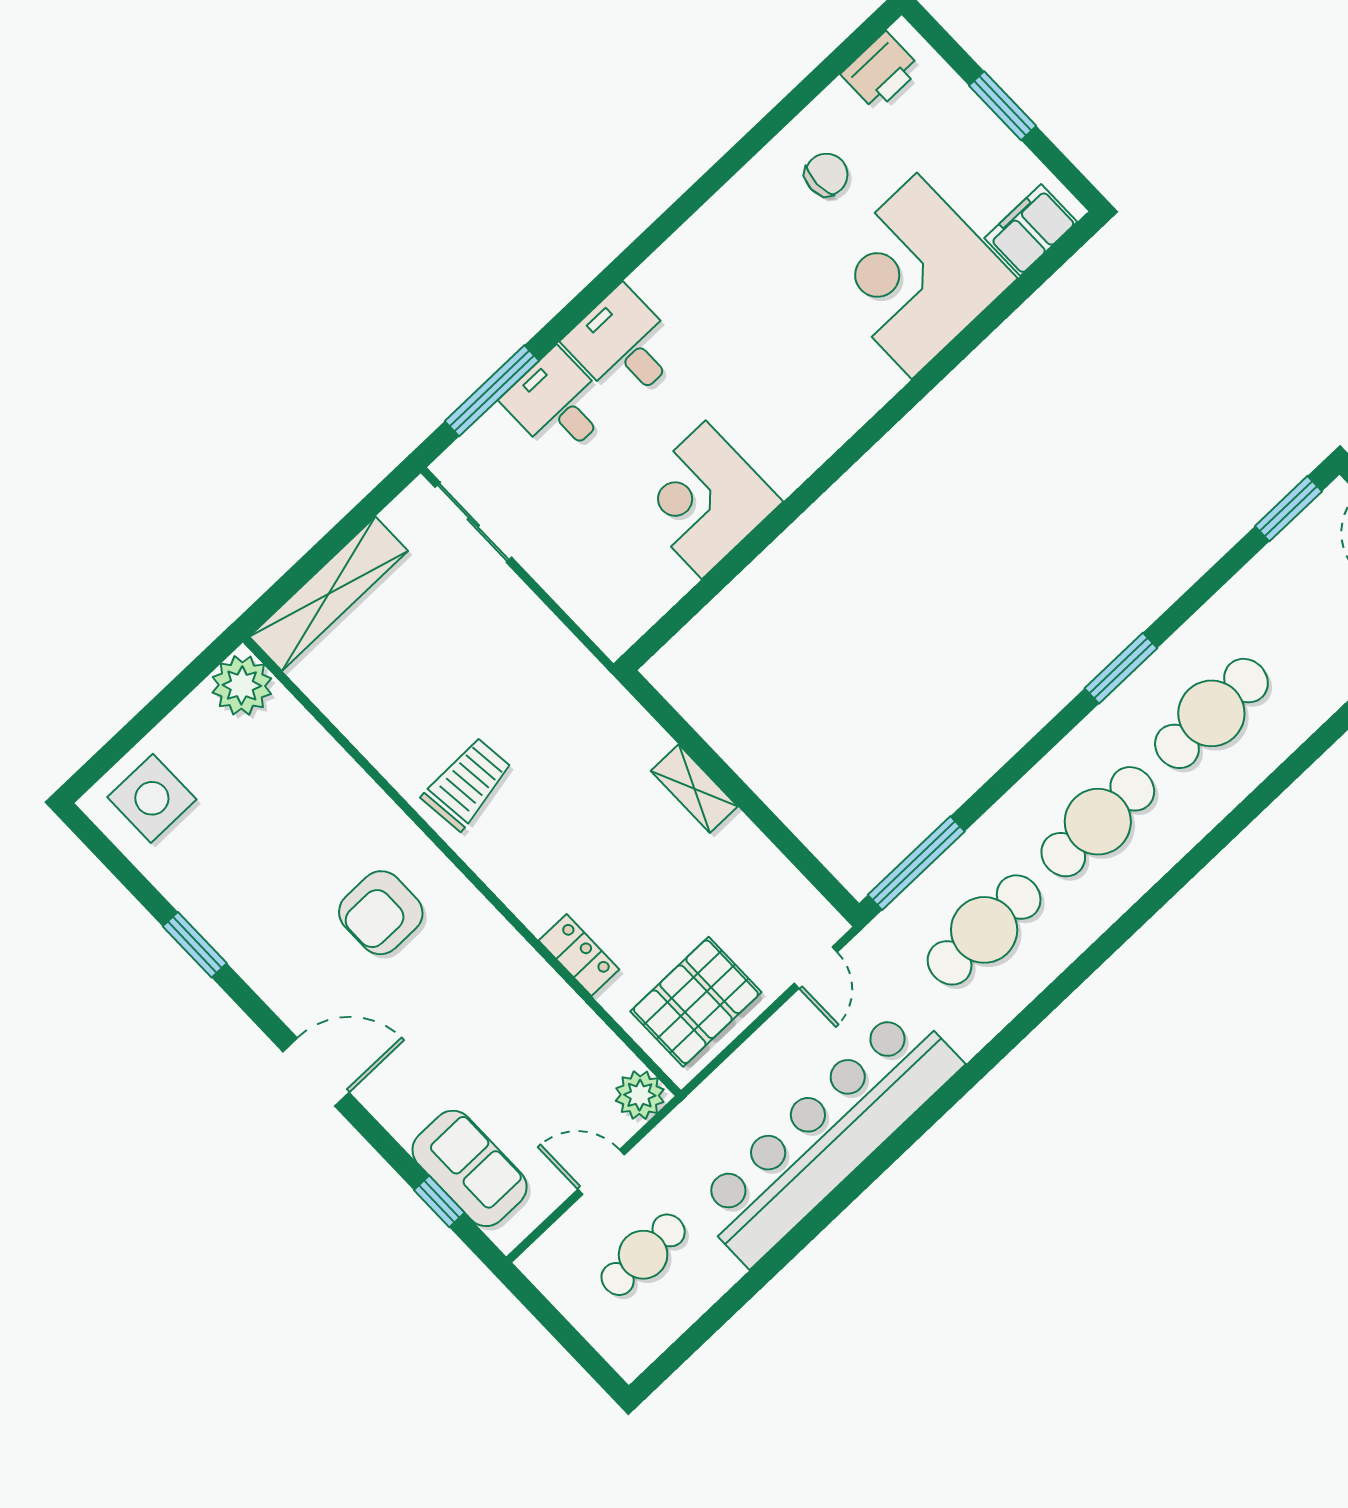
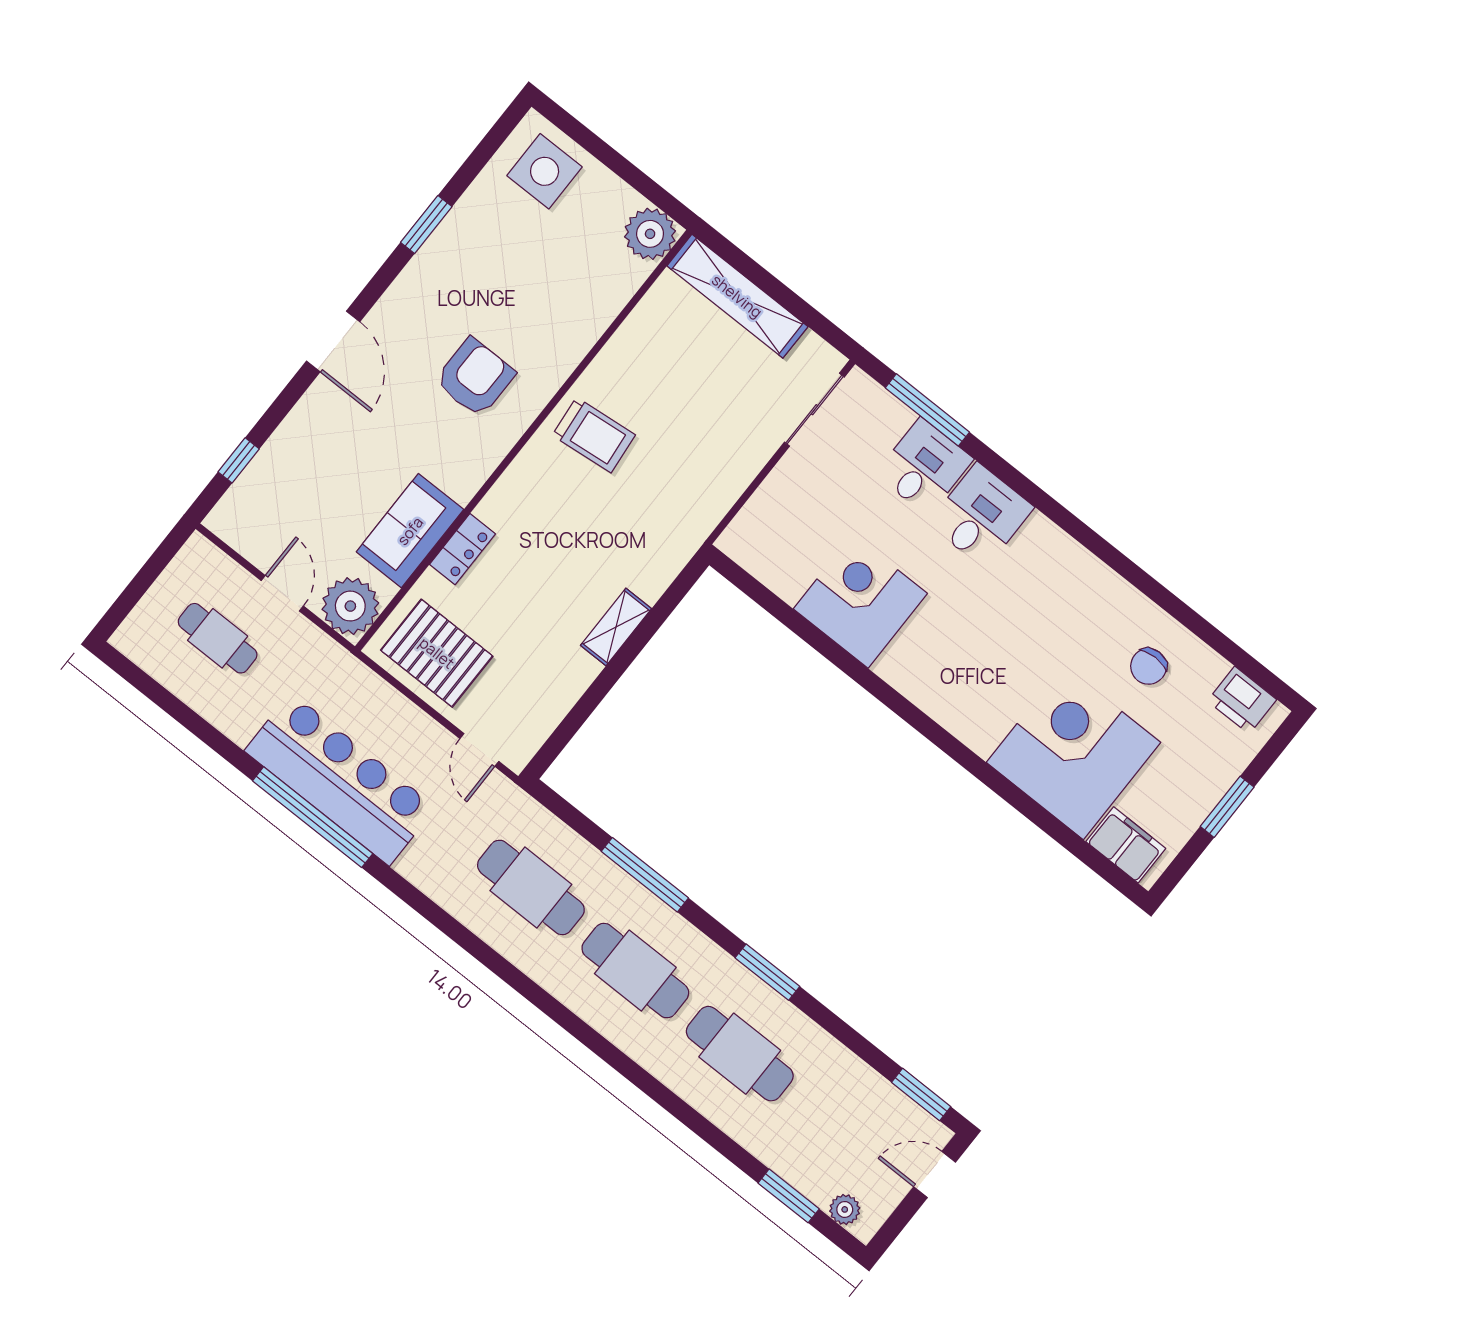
chair: (826, 175) -> (1149, 666), turned 90
window: (916, 863) -> (645, 875), moved
armchair: (381, 913) -> (475, 377), turned 90
door: (816, 968) -> (479, 750), hinge flipped
plant: (640, 1095) -> (350, 606), width x1.36, depth x1.36
bar counter: (827, 1135) -> (340, 779), width x0.73
sofa: (470, 1168) -> (410, 531), moved, turned 180
window: (867, 1173) -> (313, 817), added

